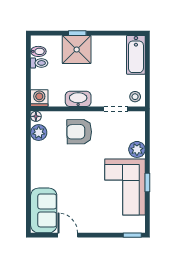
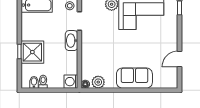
washbasin: (78, 99) -> (72, 41), moved
armchair: (79, 132) -> (98, 50), removed
sofa: (44, 210) -> (134, 78), moved

